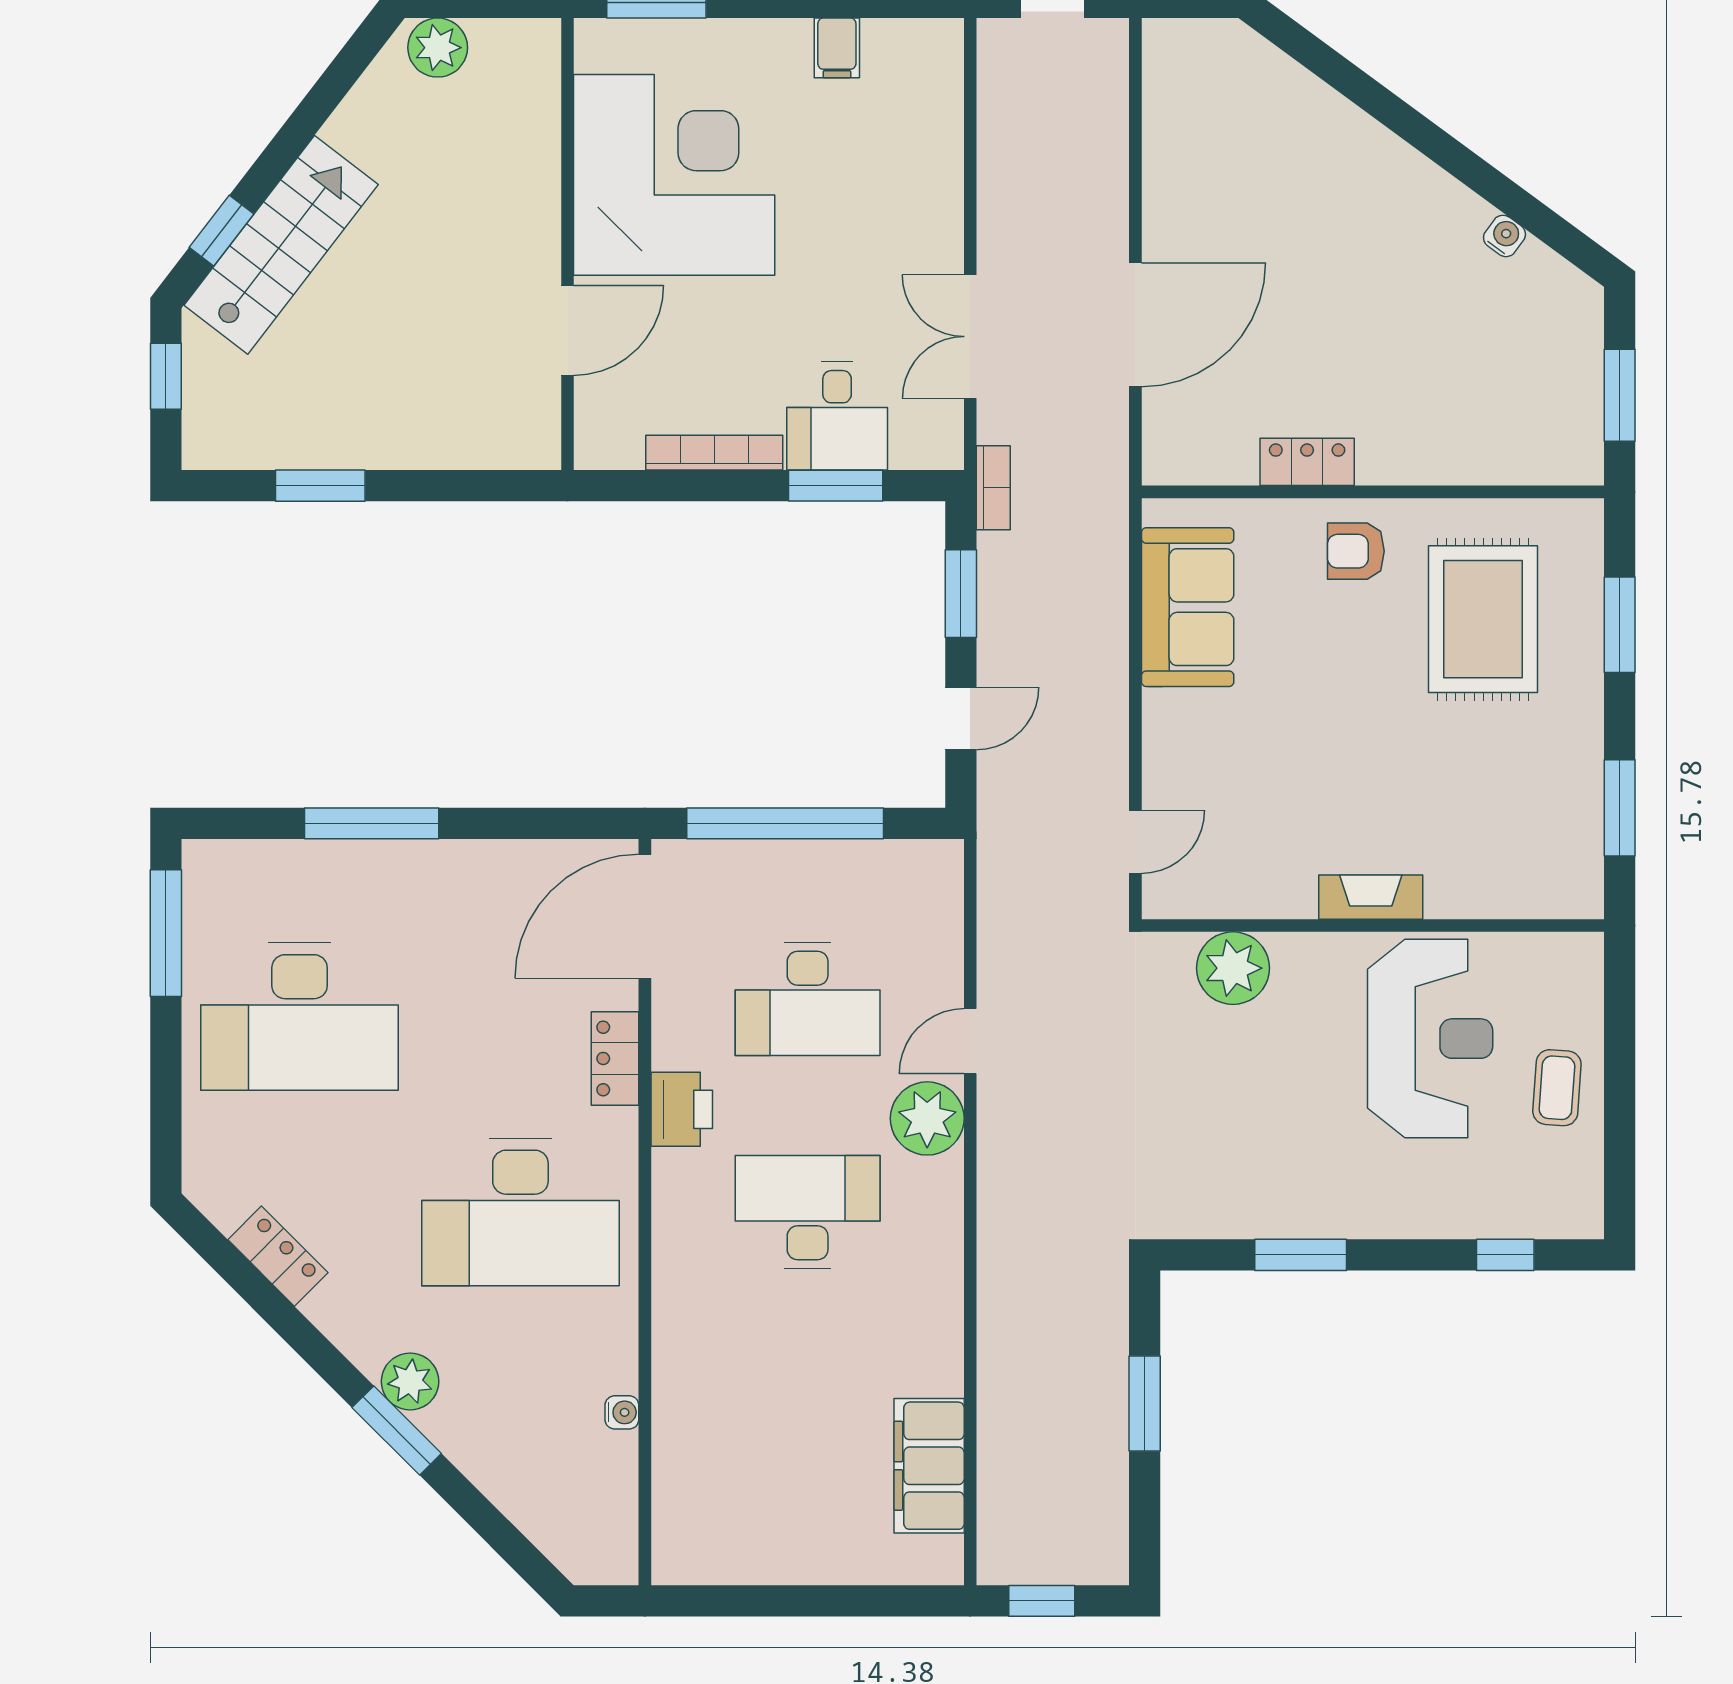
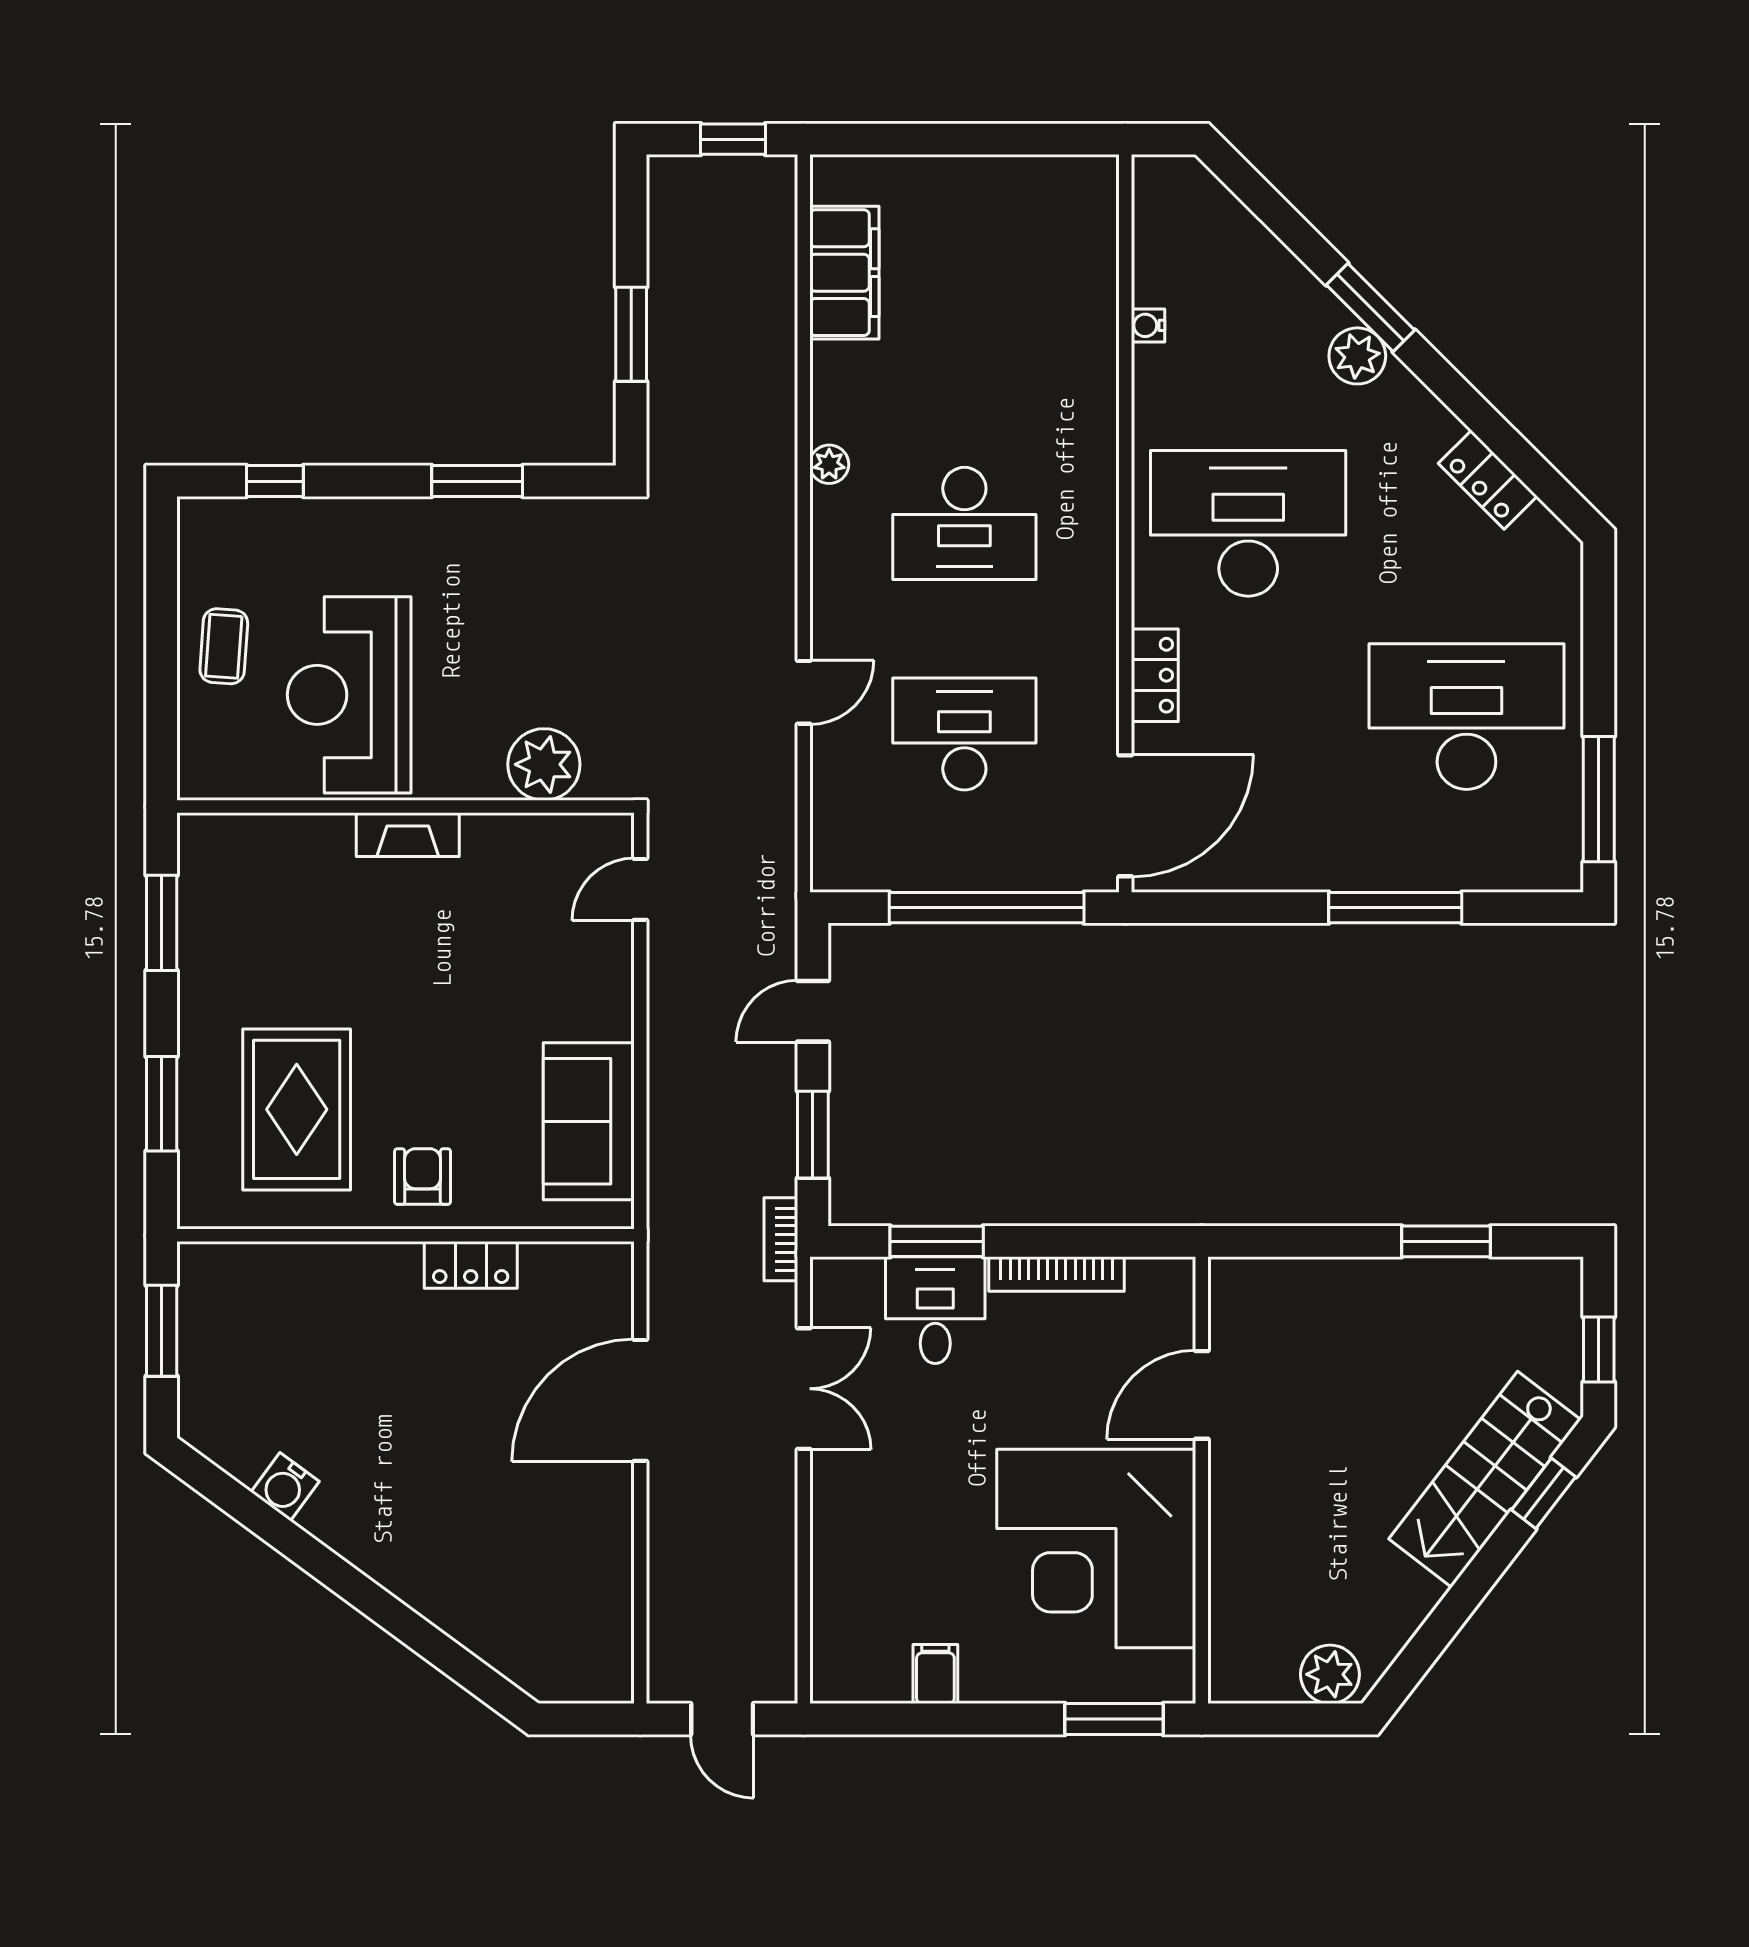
water cooler: (1504, 236) -> (285, 1487), width x1.38, depth x1.38
armchair: (1356, 551) -> (423, 1177), turned -90
printer: (682, 1109) -> (1089, 625), removed
plant: (927, 1118) -> (829, 464), moved, width x0.53, depth x0.53

